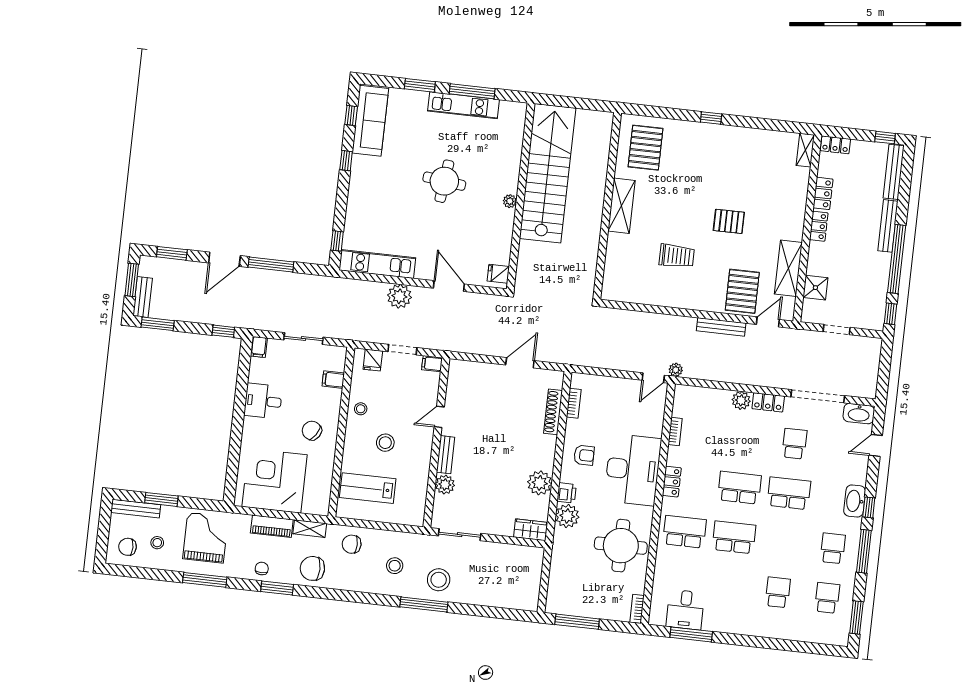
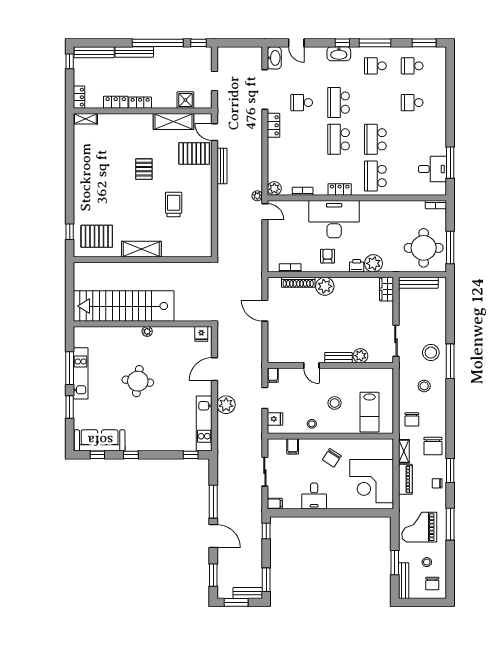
window: (711, 118) -> (70, 232), moved
plant: (741, 400) -> (274, 188), moved
plant: (540, 483) -> (325, 286), moved
round table: (621, 546) -> (424, 248), moved
bench: (534, 573) -> (418, 283), added

